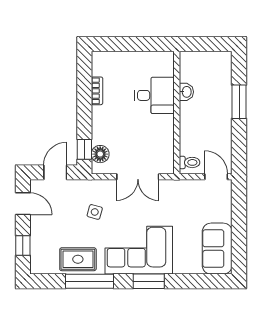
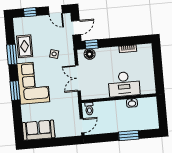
desk: (154, 95) -> (124, 84), width x1.37
door: (55, 172) -> (76, 28), hinge flipped
door: (23, 204) -> (55, 10), hinge flipped
window: (89, 281) -> (12, 55), width x0.69

